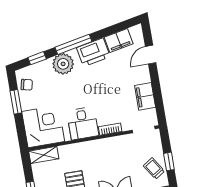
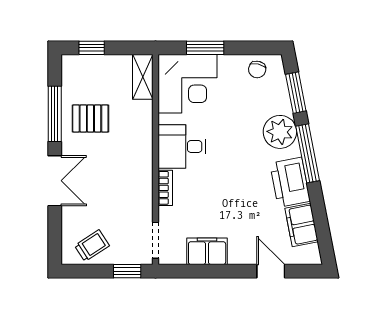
window: (37, 58) -> (296, 93), width x1.50
window: (16, 102) -> (205, 48), moved
window: (169, 161) -> (127, 271), moved

